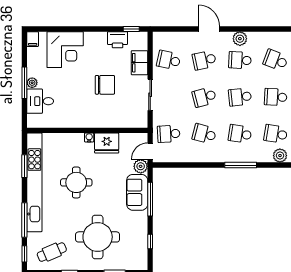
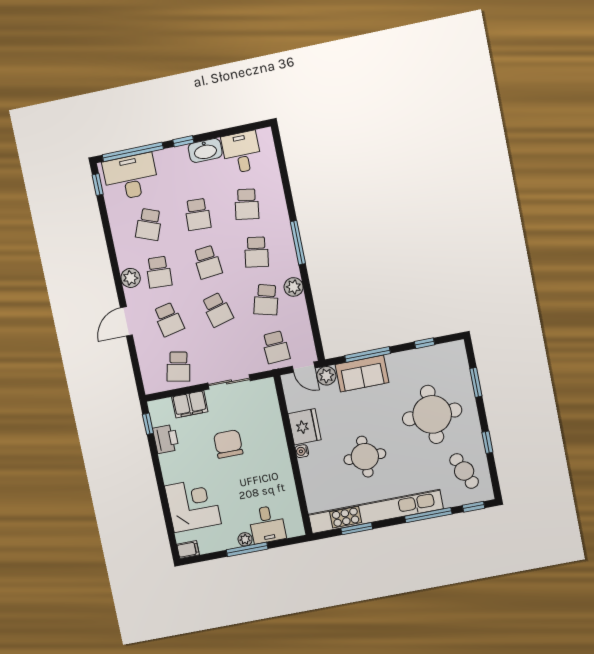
plant: (280, 156) -> (294, 287), moved

